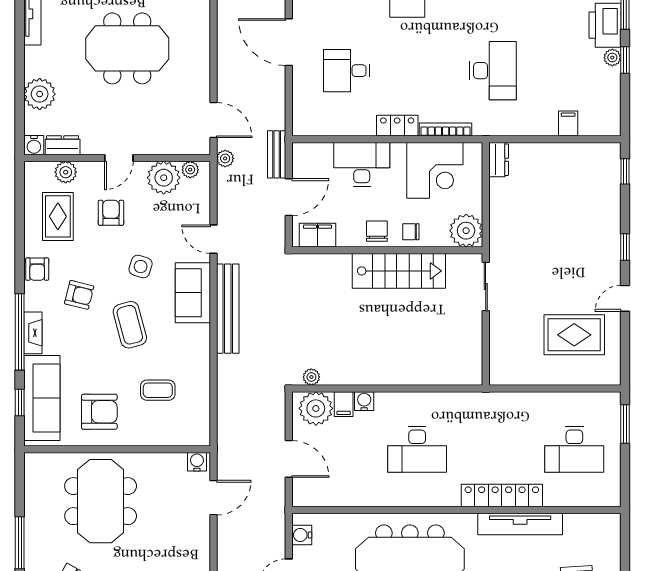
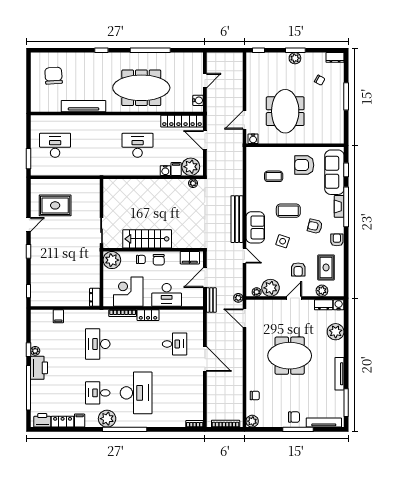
coffee table: (130, 325) -> (288, 211), turned -75
locker: (502, 495) -> (182, 121), moved
meeting table: (101, 501) -> (285, 111), moved

